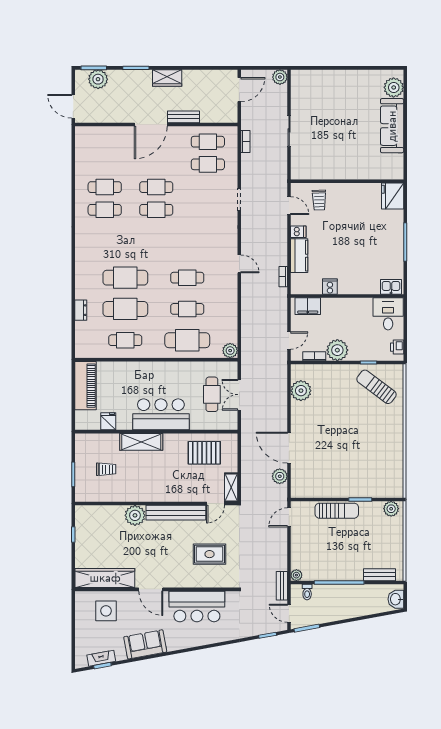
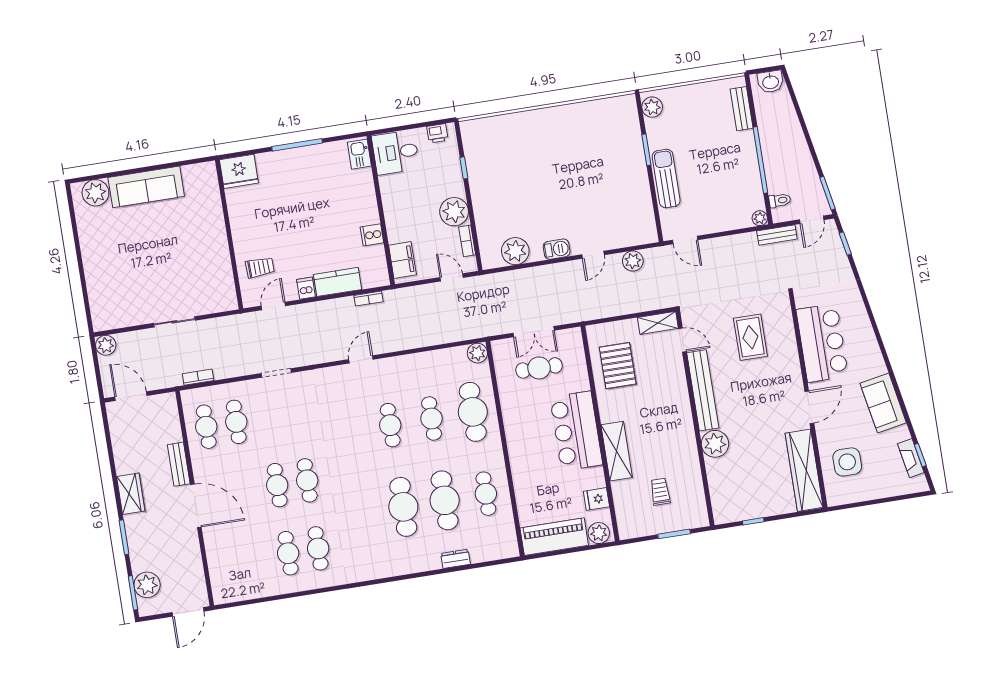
sun lounger: (377, 387) -> (494, 152), removed
plant: (83, 419) -> (599, 533), added
barbecue: (298, 421) -> (557, 249), added
door: (289, 448) -> (593, 255), width x0.53

